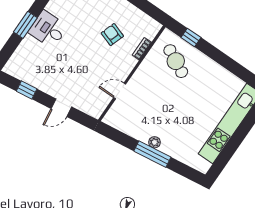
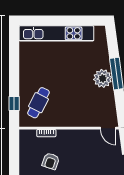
door: (120, 91) -> (108, 128), moved
plant: (155, 142) -> (103, 78), width x1.88, depth x1.88

